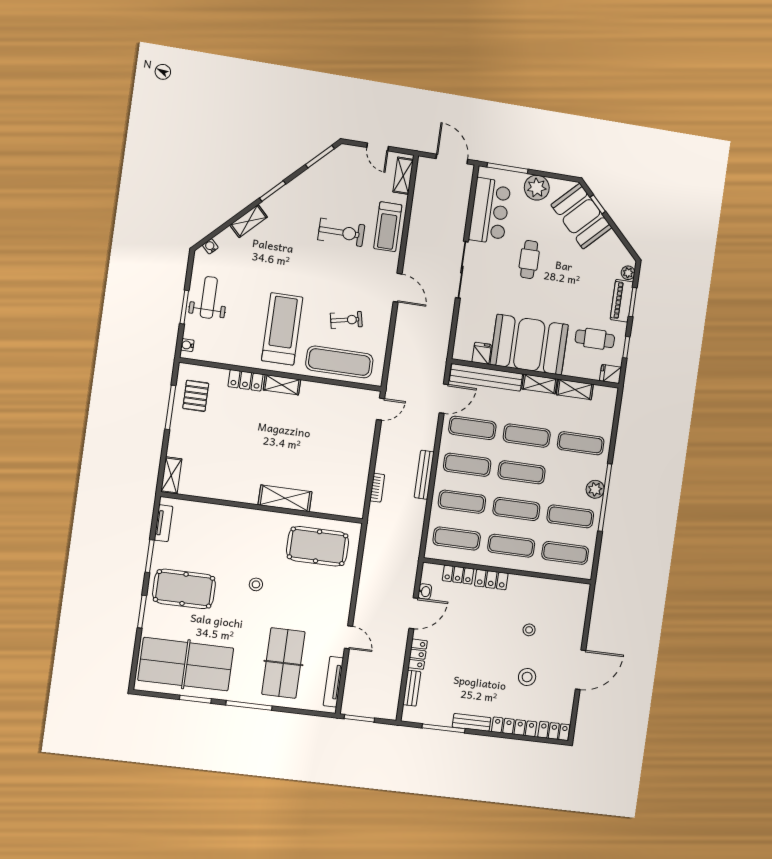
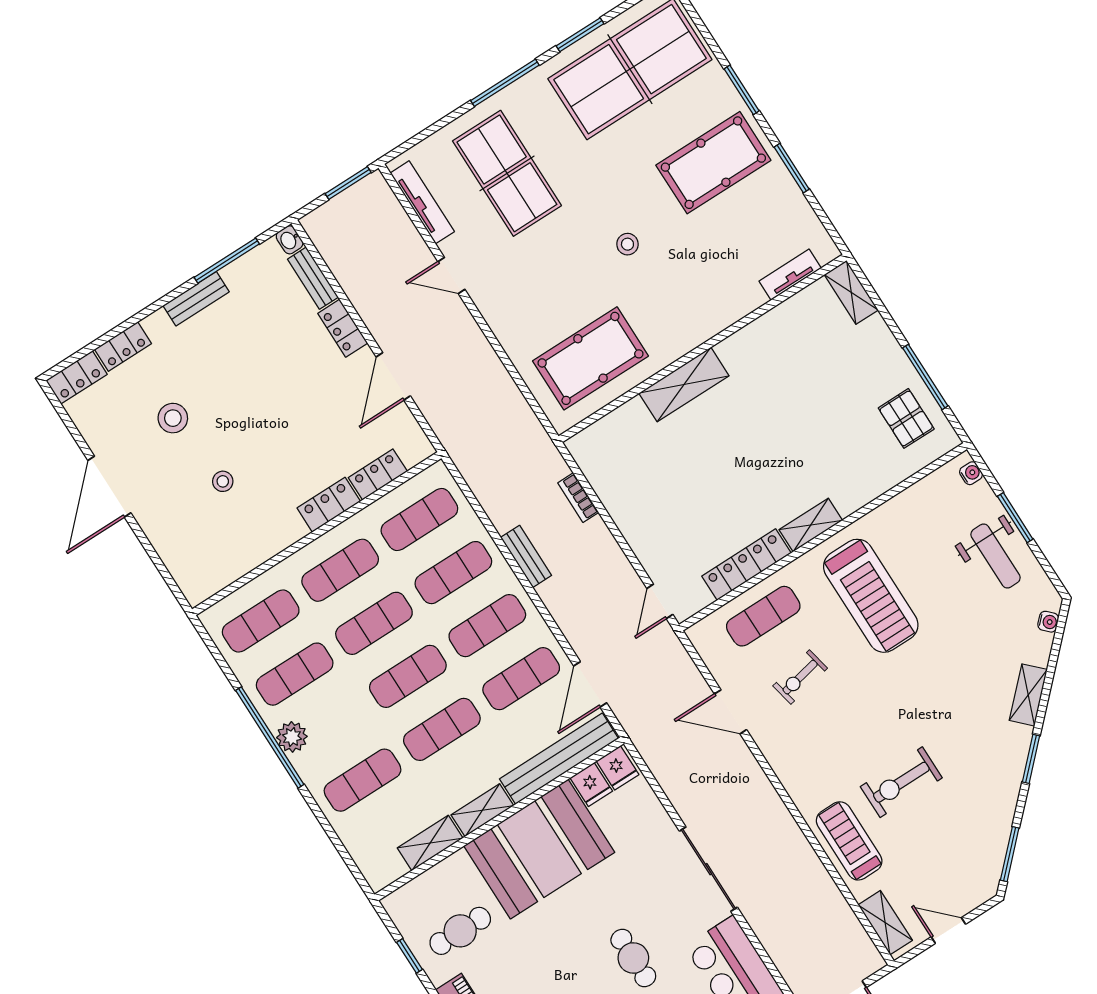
door: (398, 288) -> (730, 712), moved
exercise mat: (339, 362) -> (763, 616), width x0.73, depth x0.69
fridge: (610, 374) -> (618, 768), moved, turned 90
locker: (246, 380) -> (746, 565), moved, width x1.53
bench: (424, 475) -> (526, 556), width x0.73
tv unit: (163, 523) -> (790, 275), moved, turned 90
washbasin: (425, 591) -> (290, 240), moved
locker: (514, 727) -> (123, 347), width x0.66

